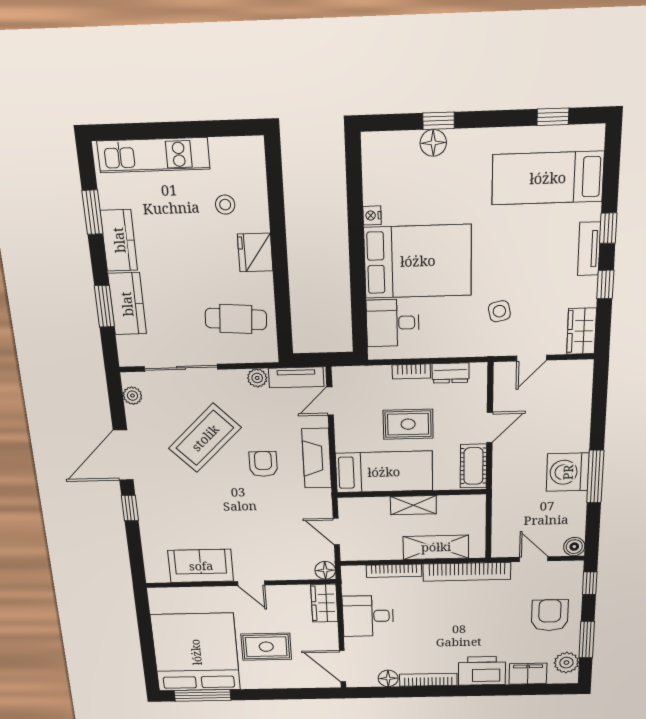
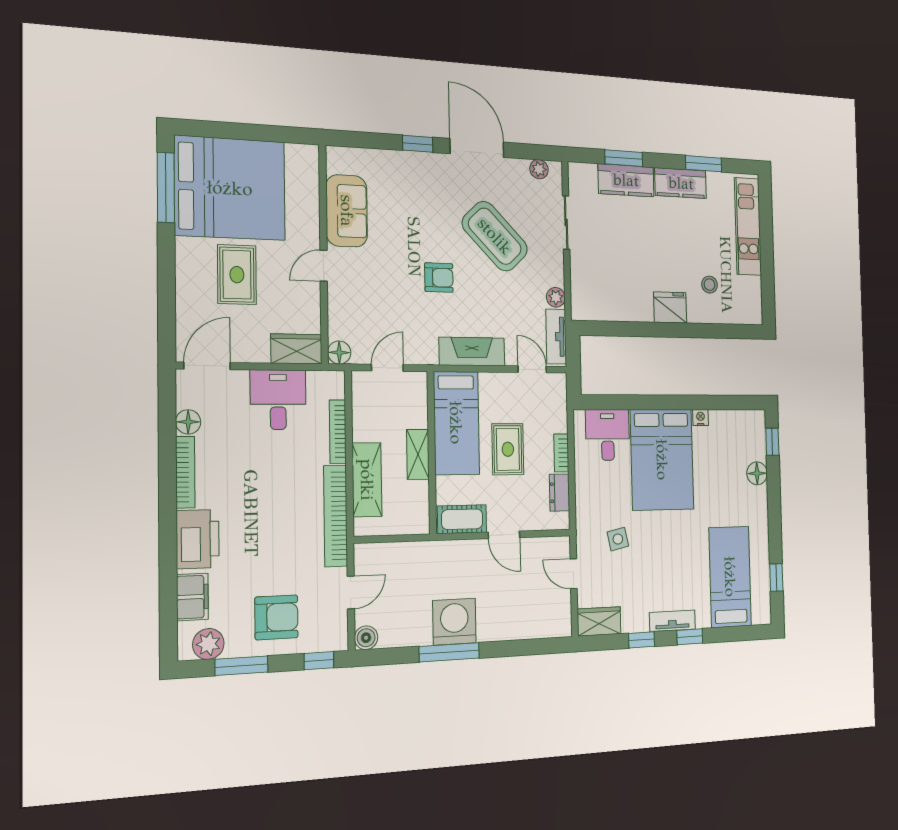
window: (439, 121) -> (772, 442), moved
cafe table: (236, 319) -> (612, 283), removed
sliding door: (181, 368) -> (566, 222), width x0.73
armchair: (263, 464) -> (439, 278), moved

